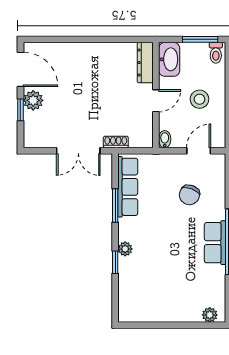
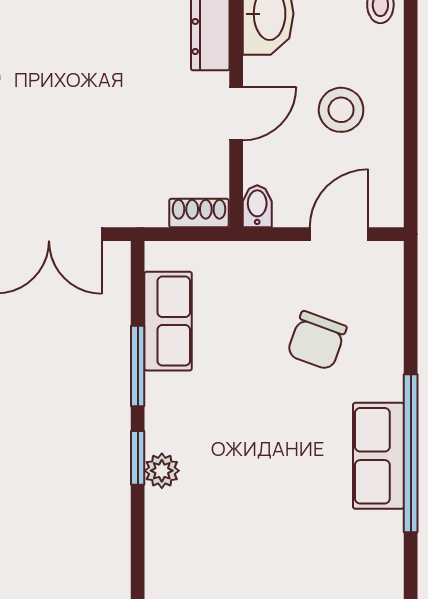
shoe rack: (116, 142) -> (199, 213), moved
row of seats: (128, 187) -> (168, 321), width x0.68
window: (115, 262) -> (138, 458), moved

